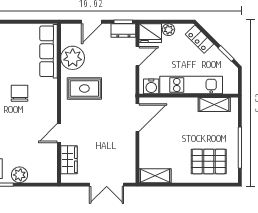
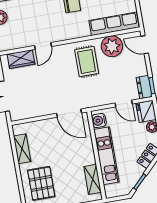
door: (92, 22) -> (145, 45), moved
door: (59, 133) -> (43, 46), swing flipped
shelving: (155, 176) -> (22, 149), moved

